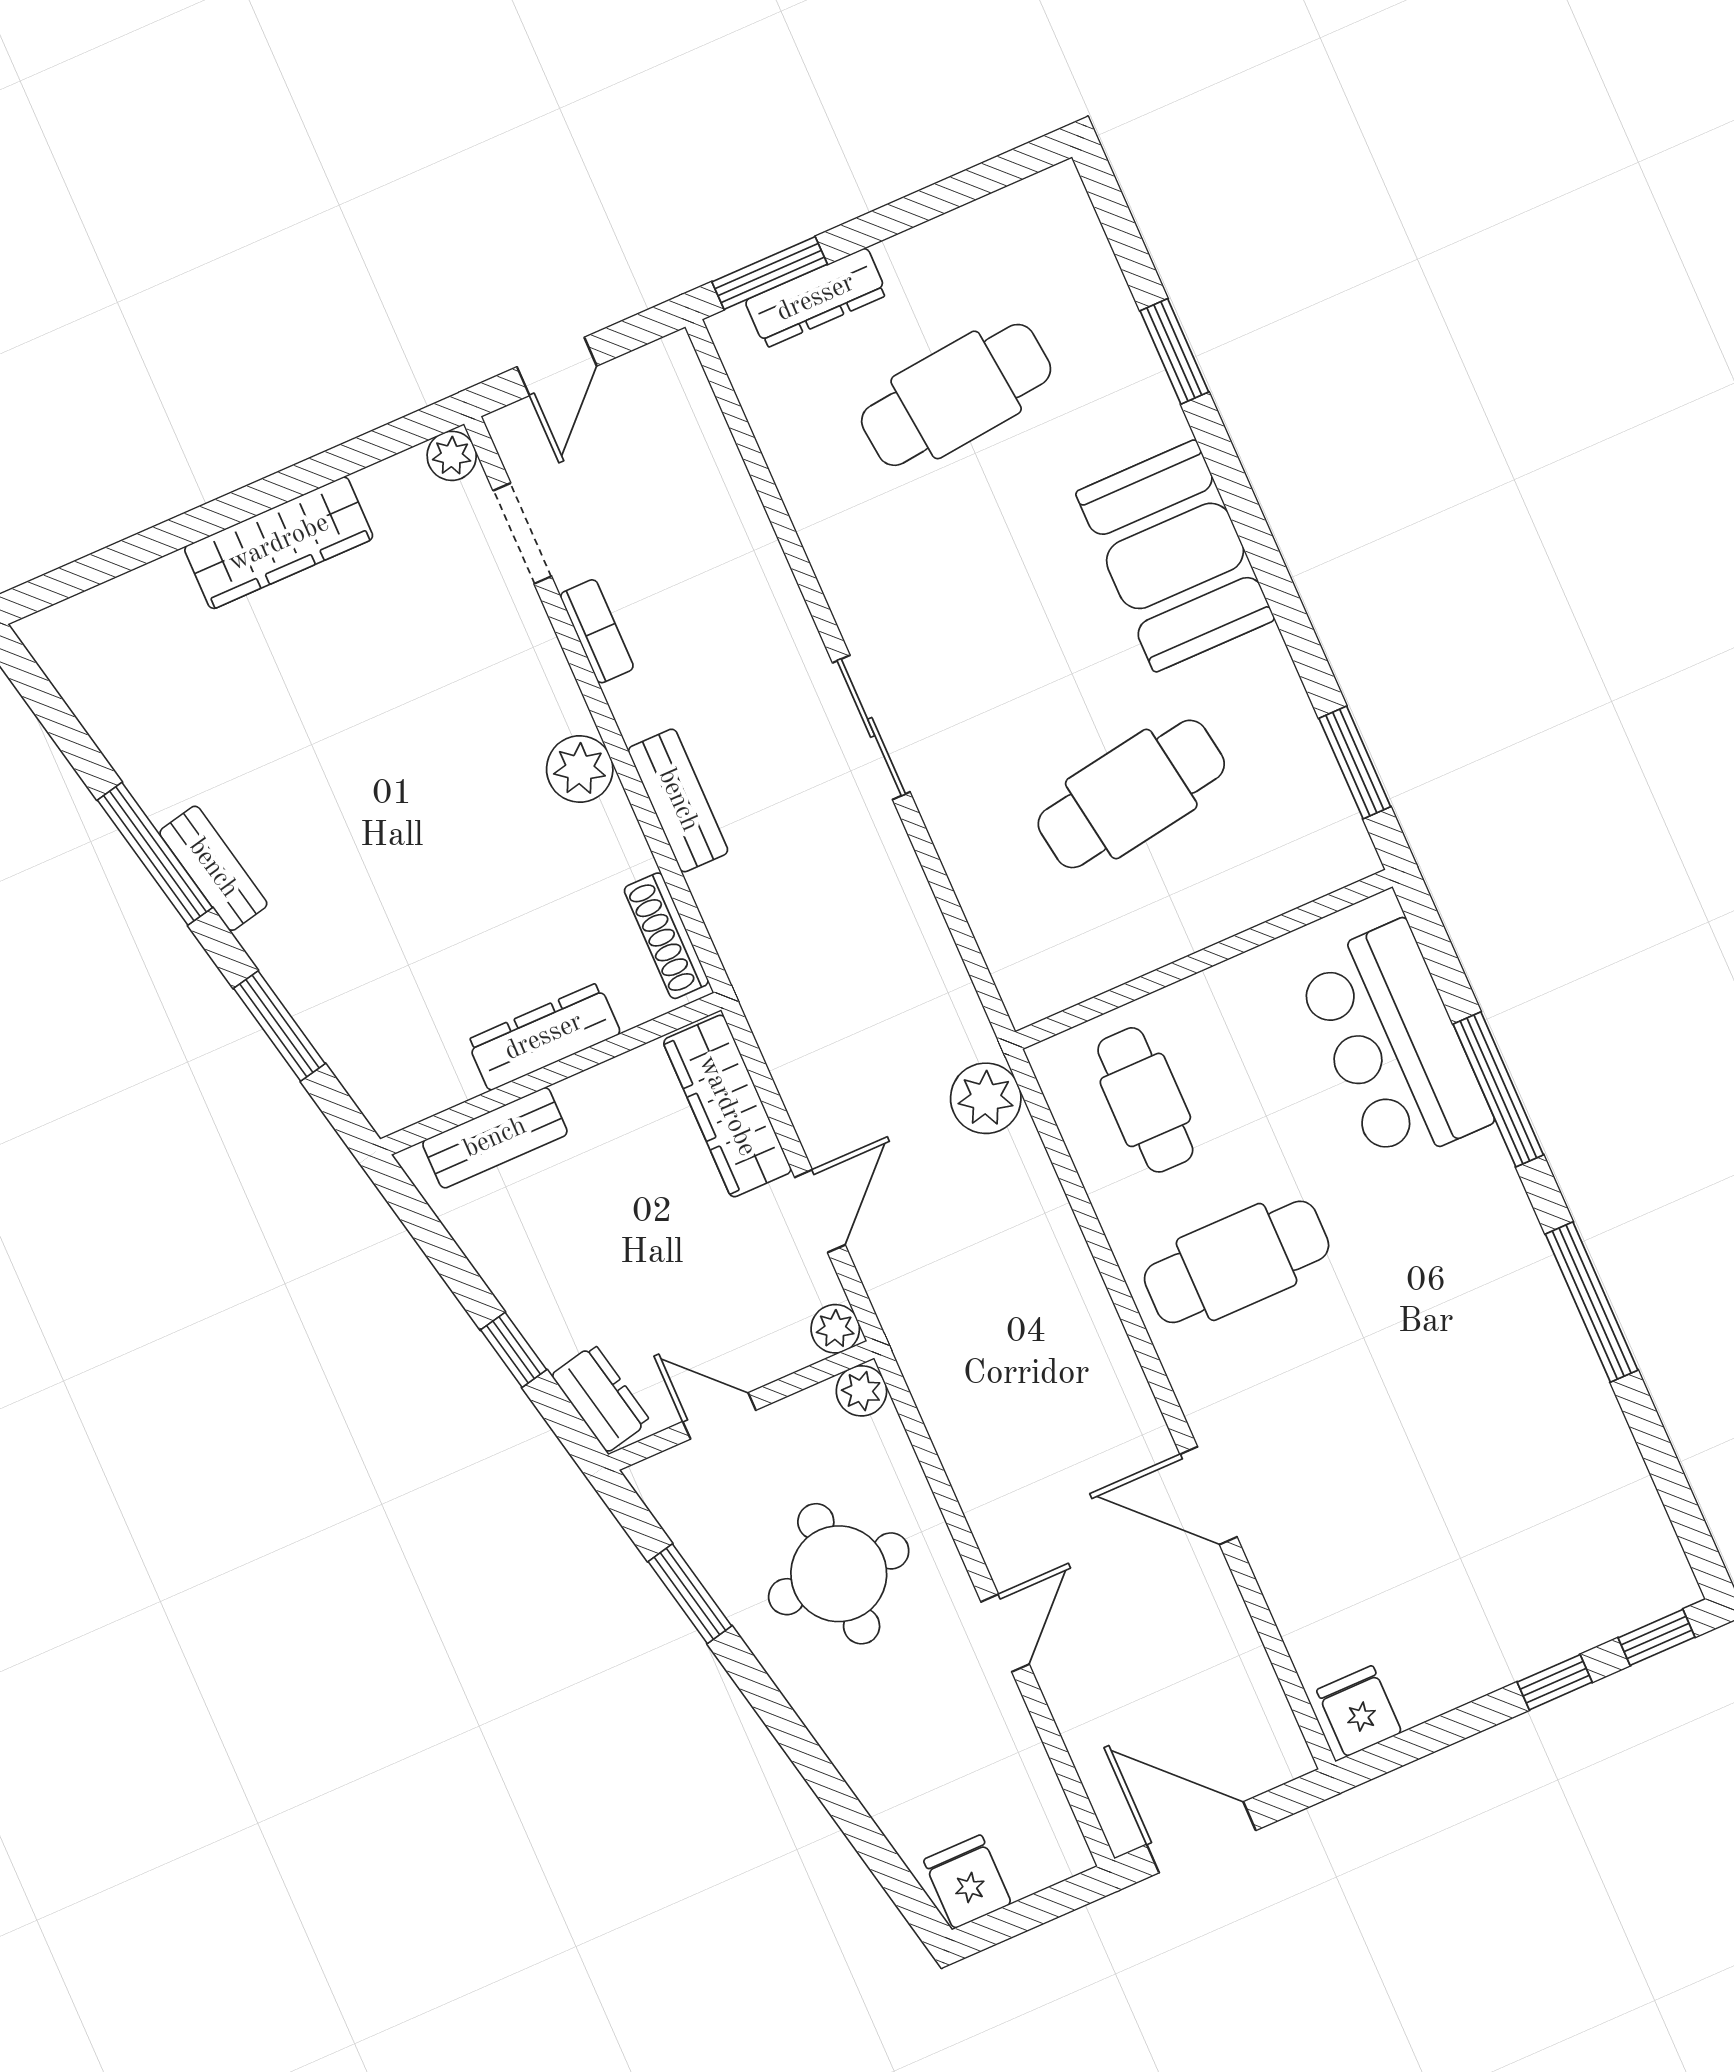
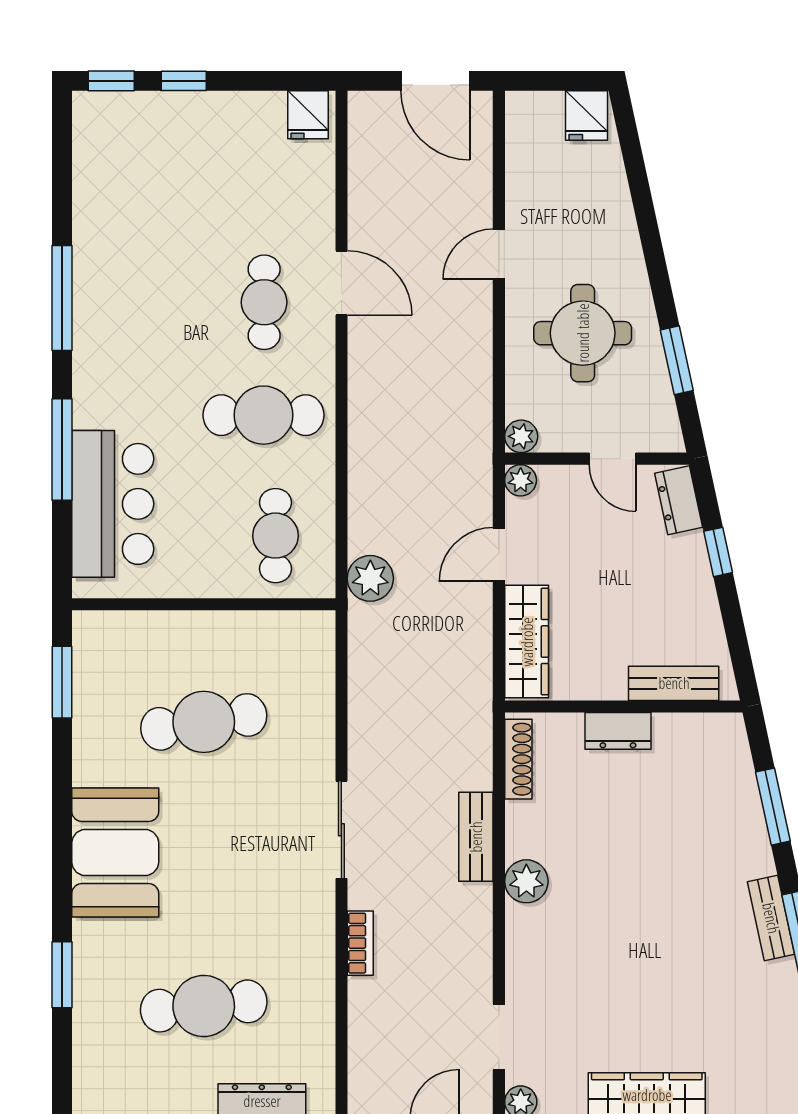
bookcase: (597, 631) -> (360, 943), moved, turned 180
dresser: (544, 1037) -> (618, 731), width x0.70
cafe table: (1305, 1421) -> (264, 302), added

